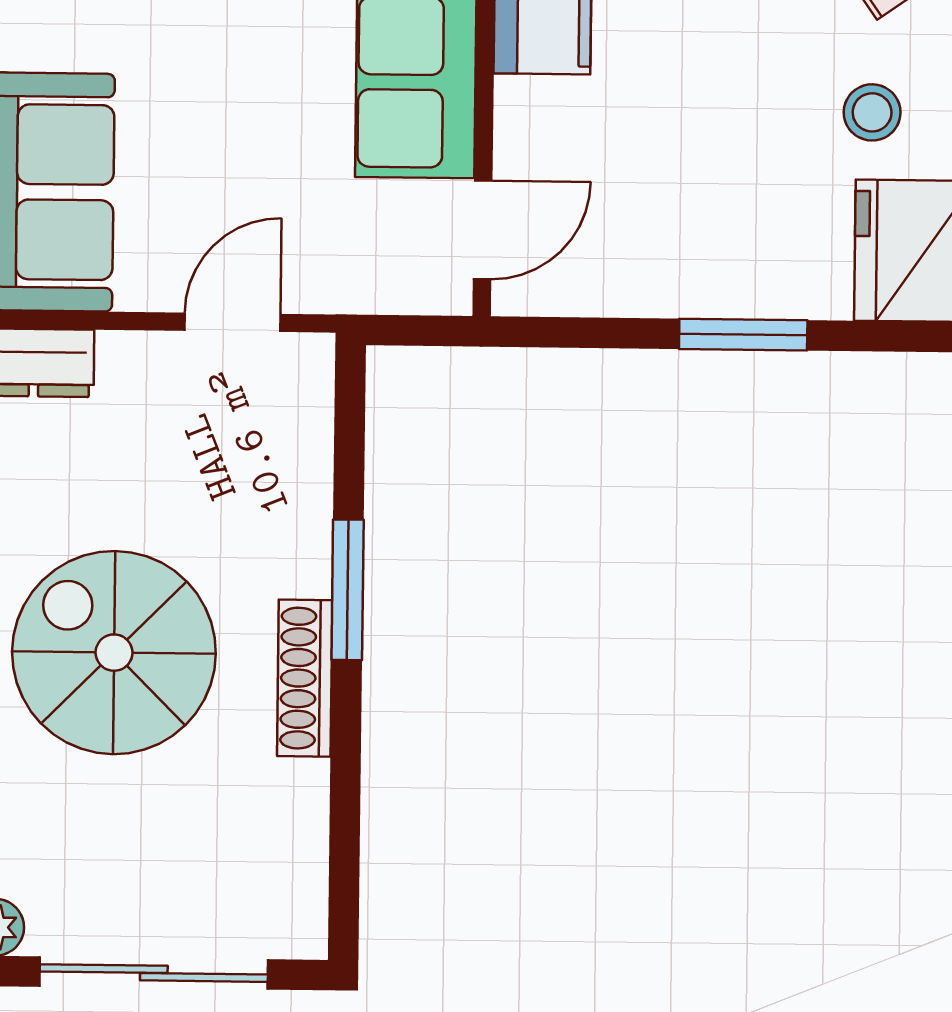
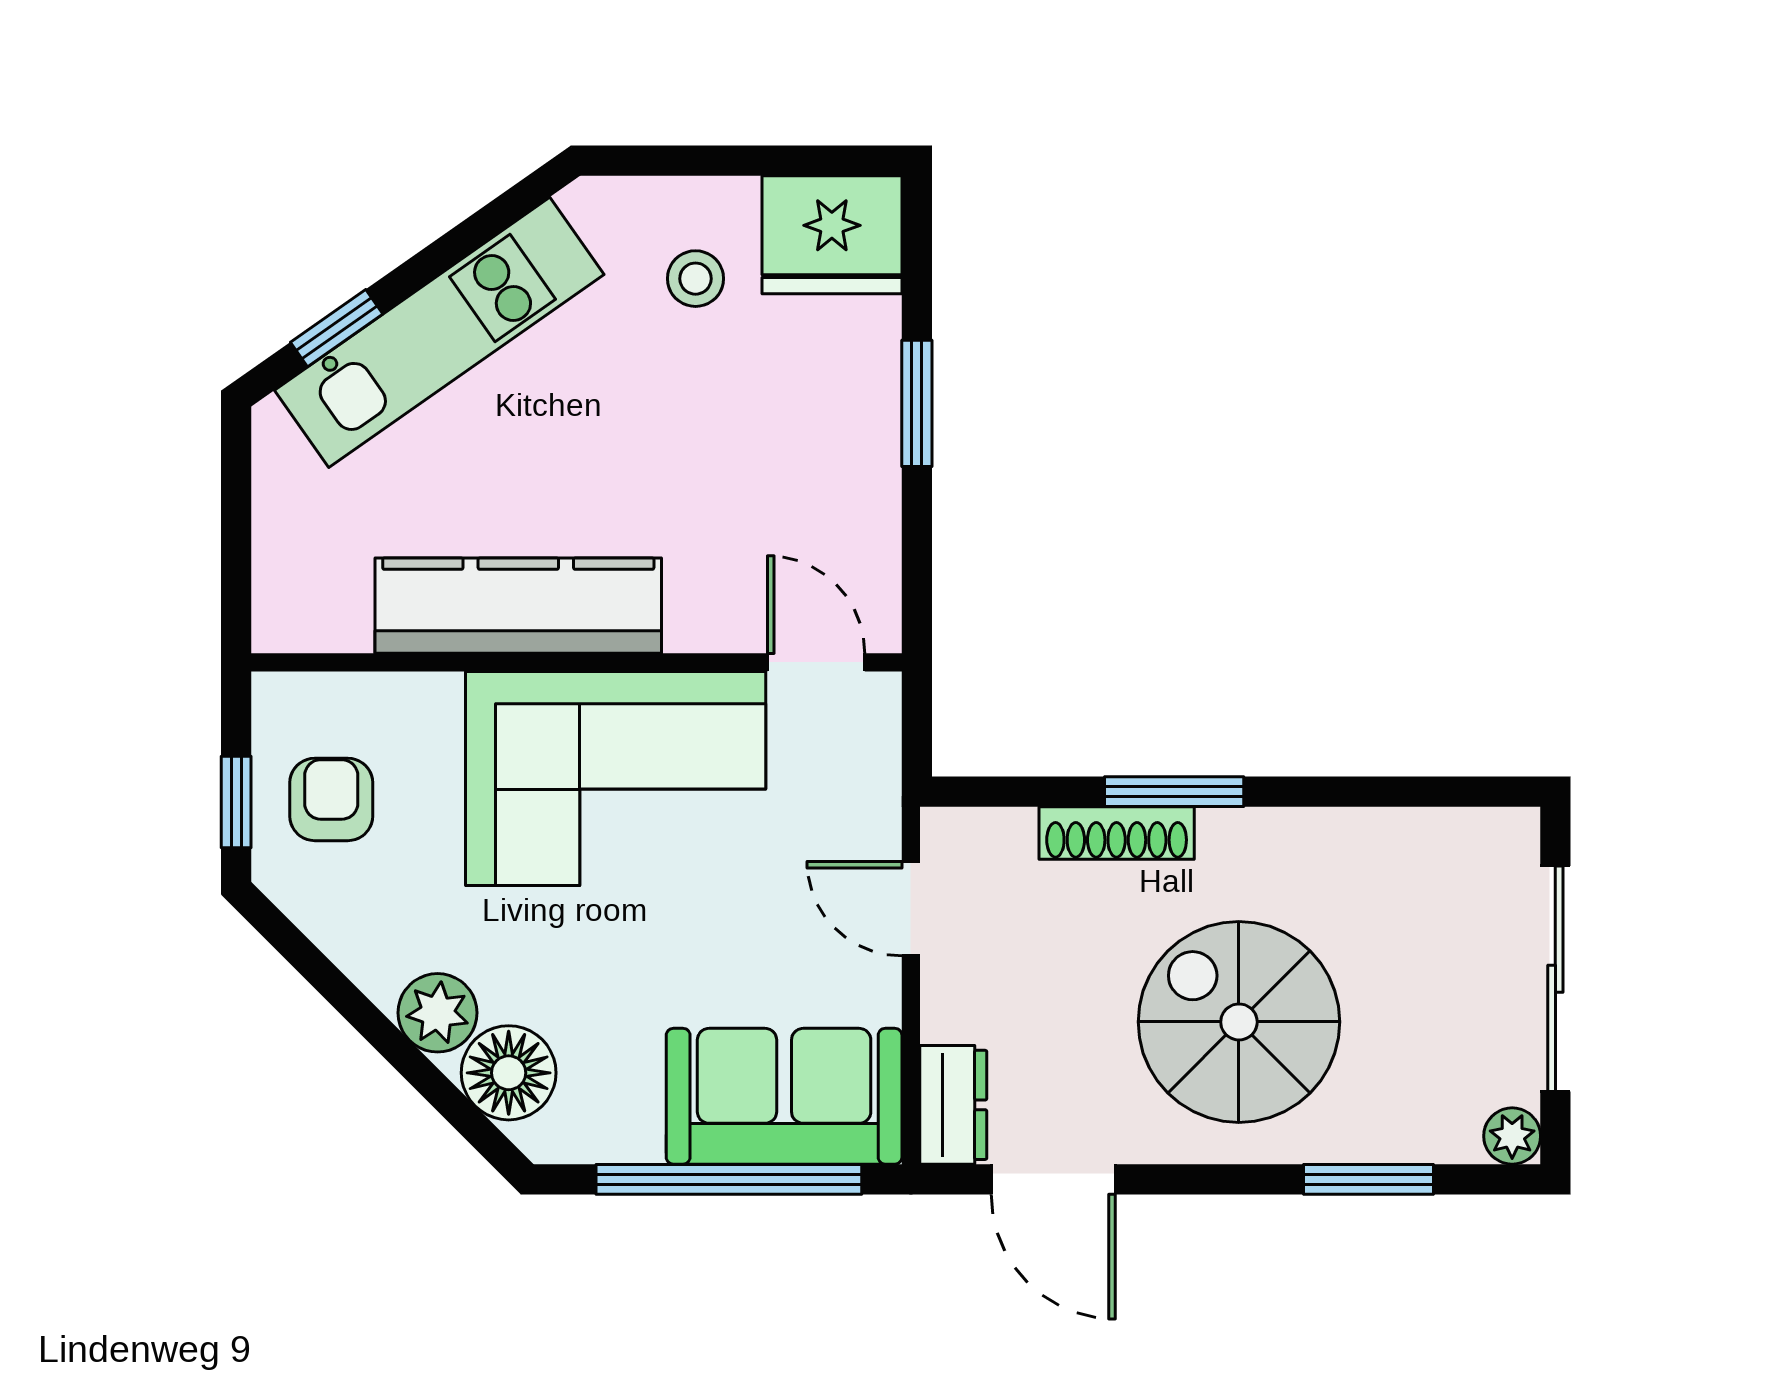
spiral stairs: (114, 653) -> (1239, 1022), turned 90
shoe rack: (305, 678) -> (1117, 833), moved

